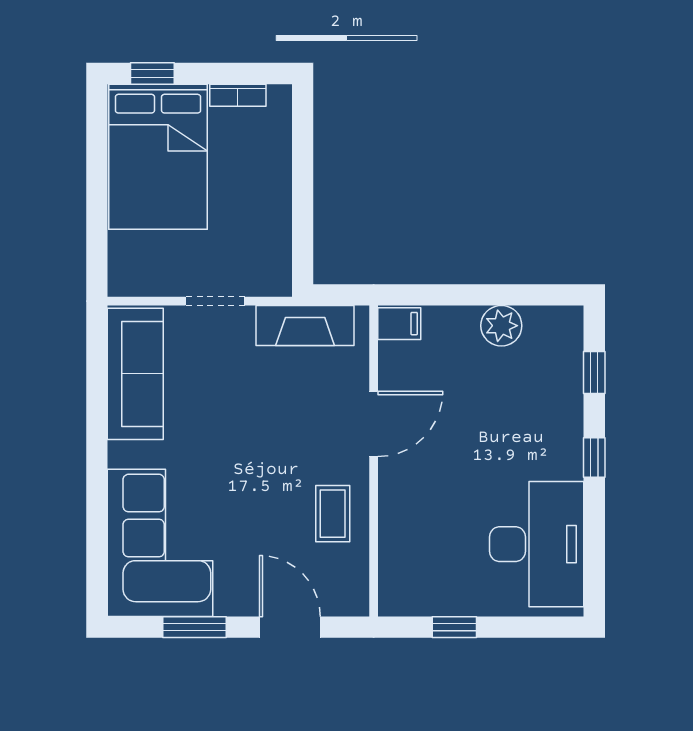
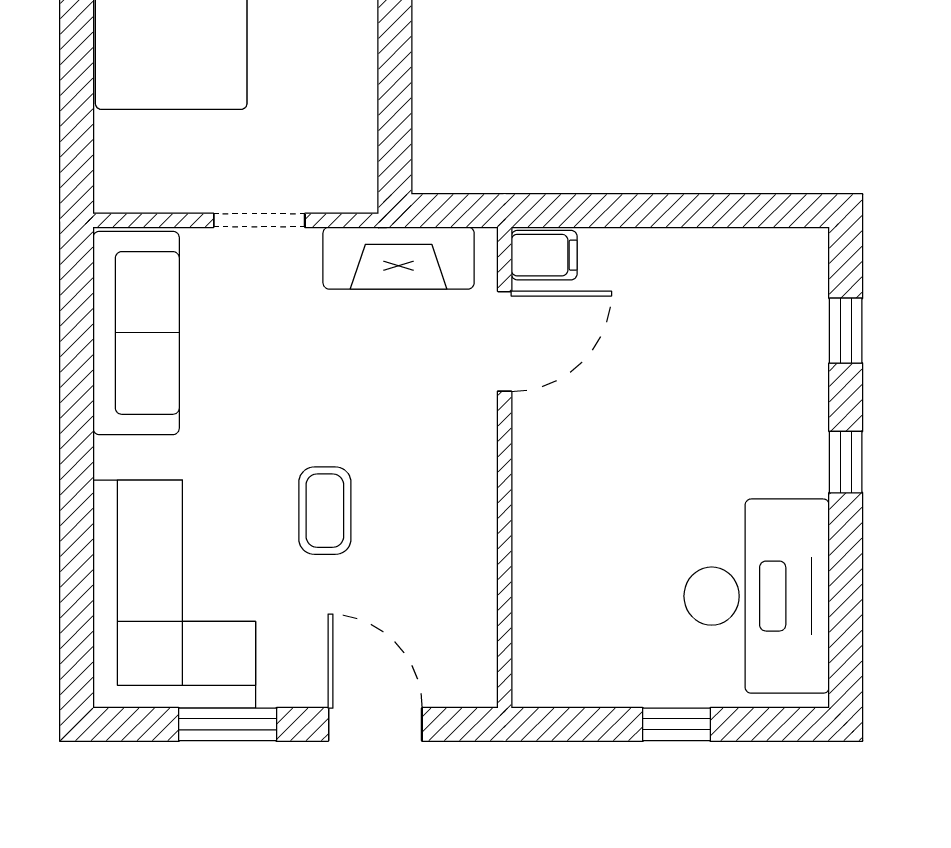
plant: (501, 326) -> (702, 258), removed
door: (374, 424) -> (505, 341), moved
coffee table: (333, 514) -> (325, 511), moved
window: (454, 627) -> (677, 724), moved

